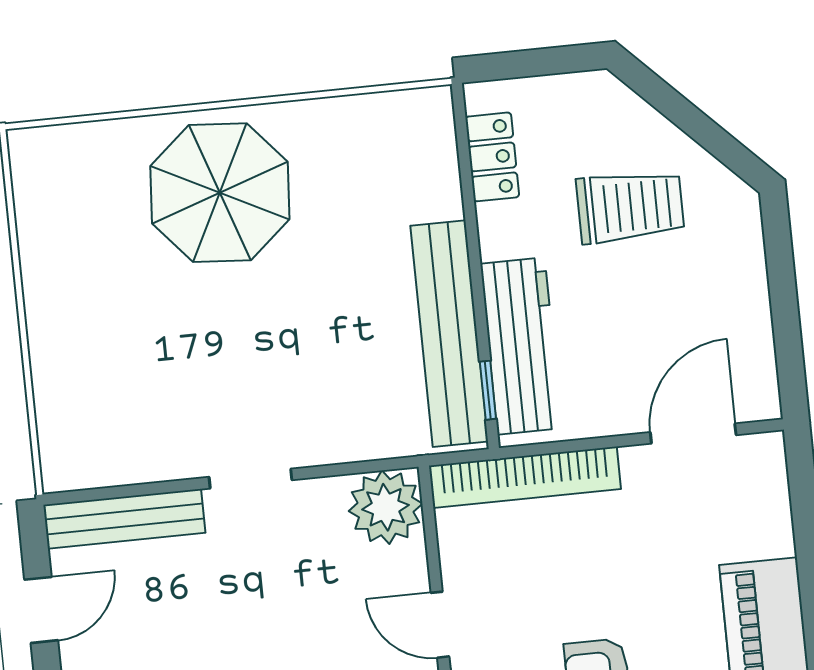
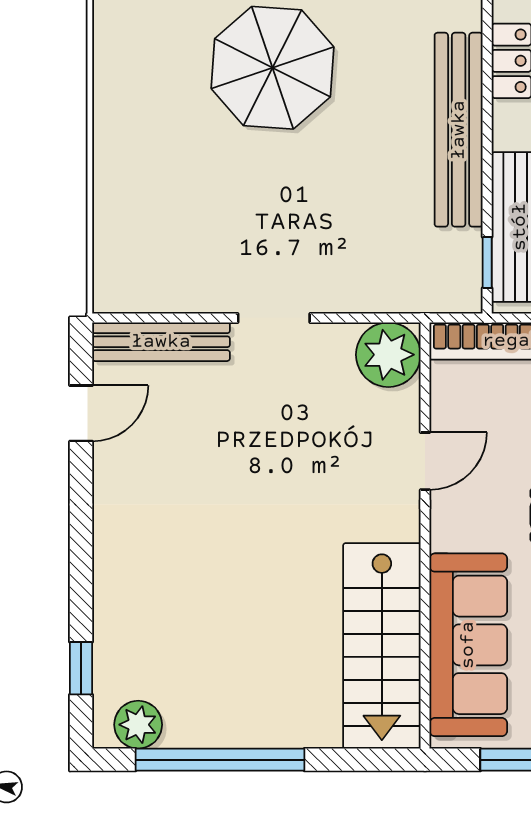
bench: (449, 334) -> (459, 130), moved
door: (440, 625) -> (425, 461), swing flipped

